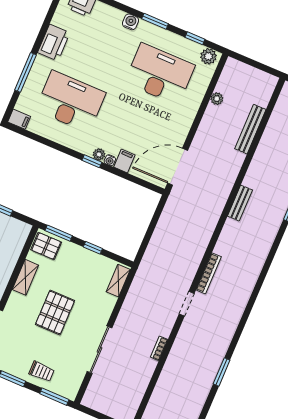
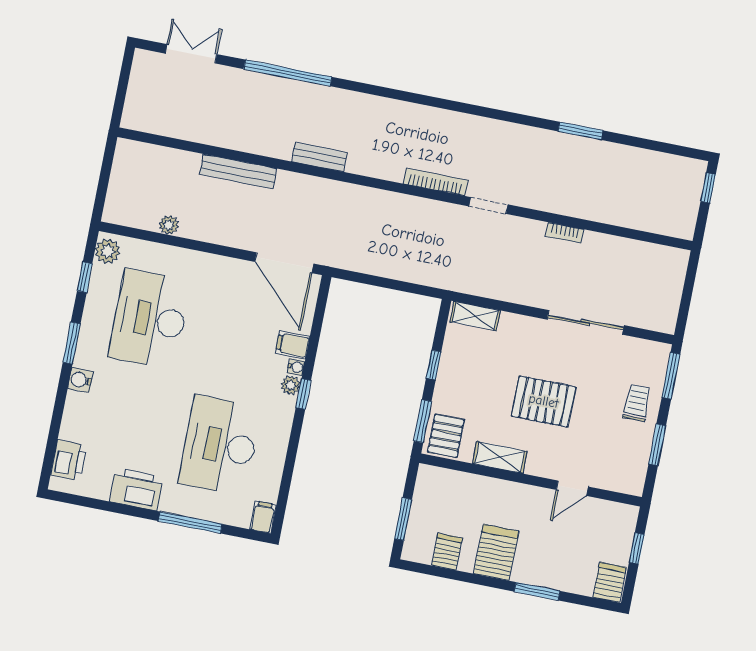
bench: (250, 129) -> (238, 171), moved

